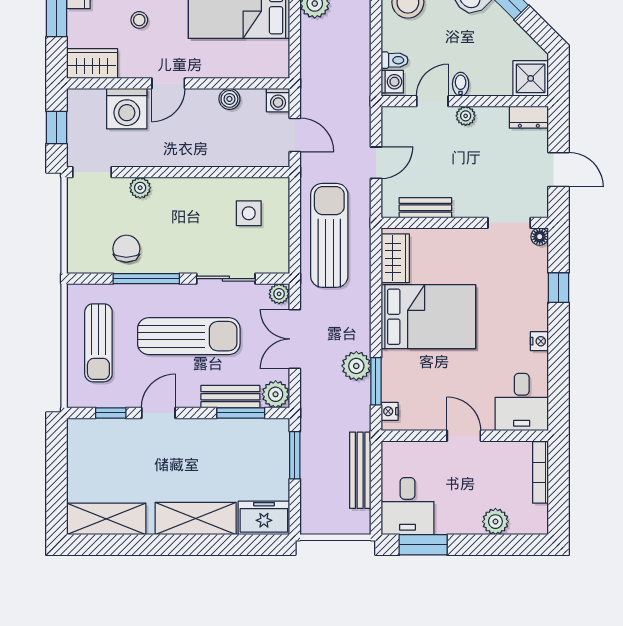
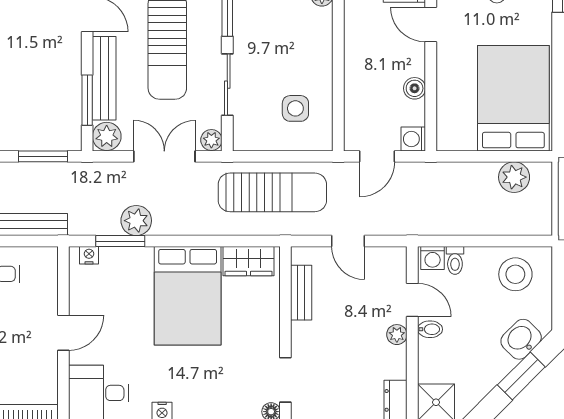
bench: (230, 397) -> (104, 78), width x1.36

